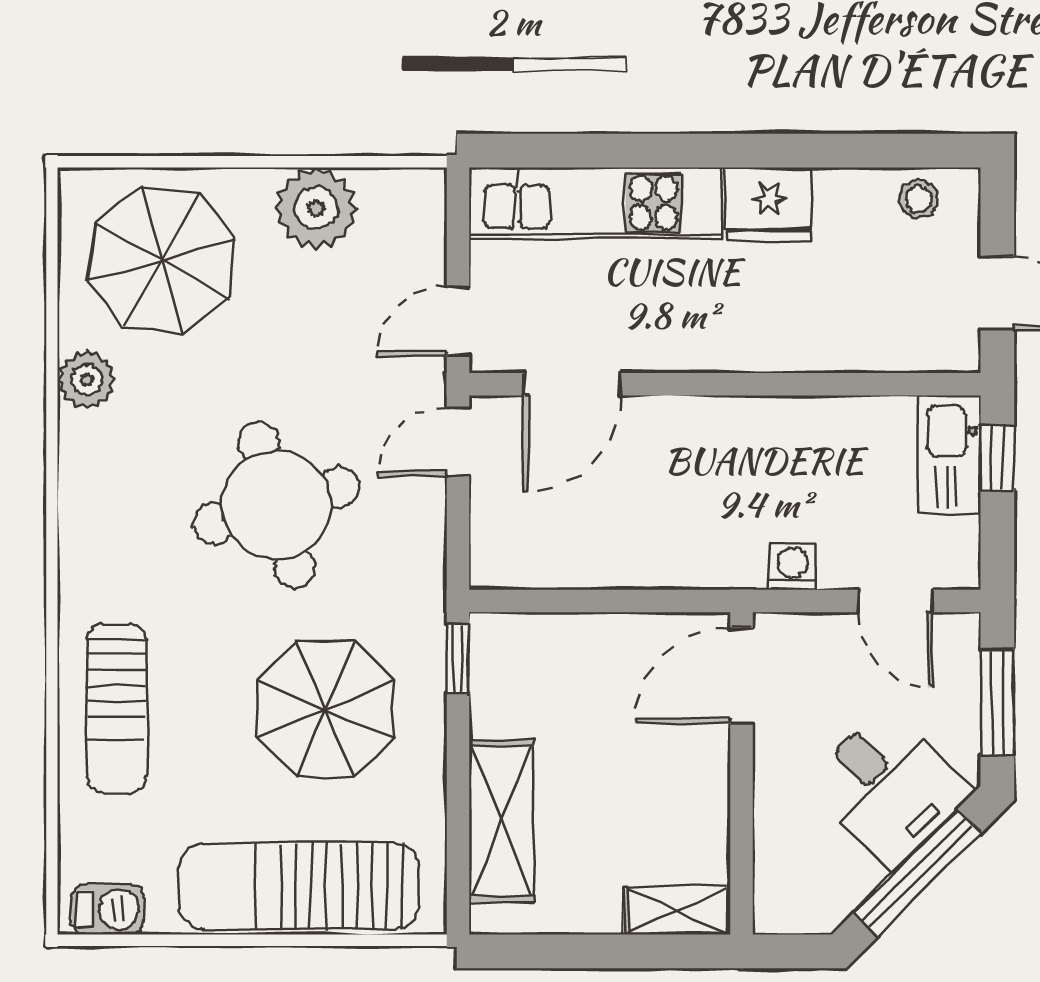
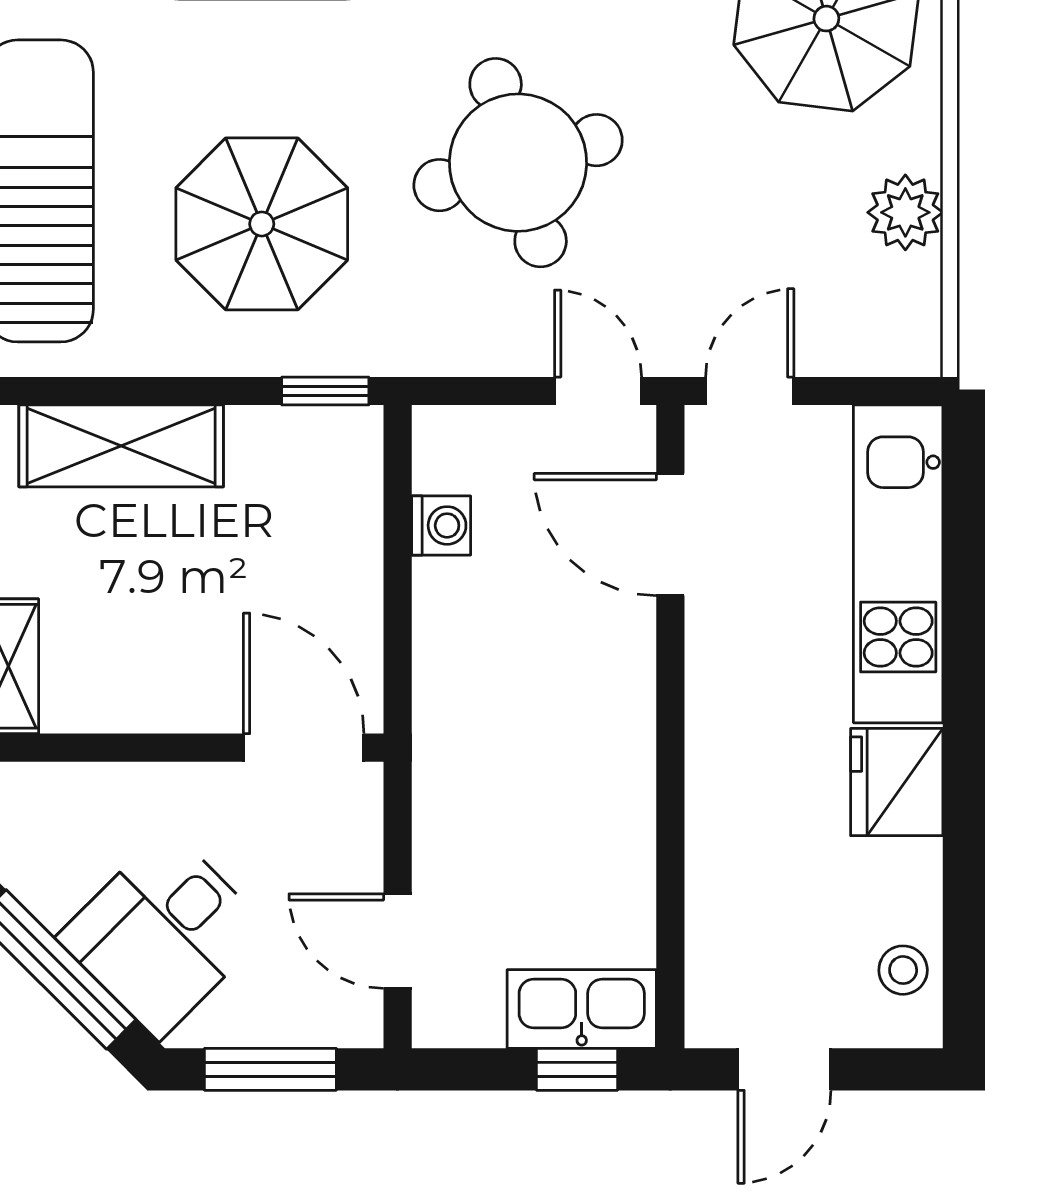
plant: (316, 208) -> (905, 212), width x0.73, depth x0.73
door: (458, 321) -> (750, 391), hinge flipped
washing machine: (793, 566) -> (441, 525), moved
door: (895, 601) -> (398, 941), hinge flipped

